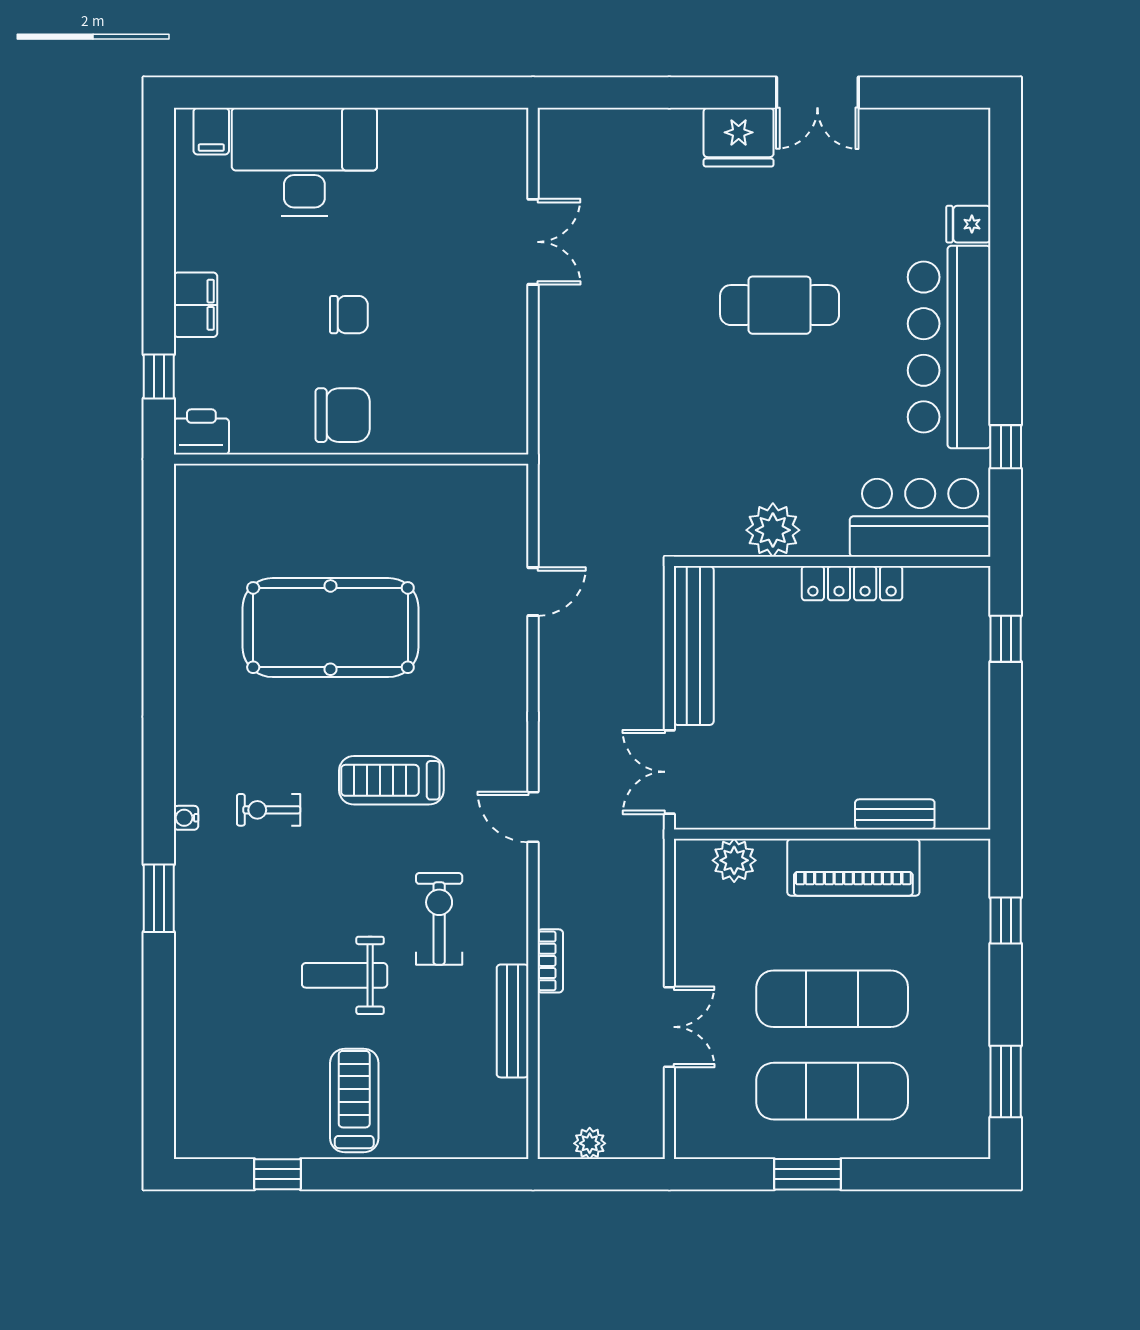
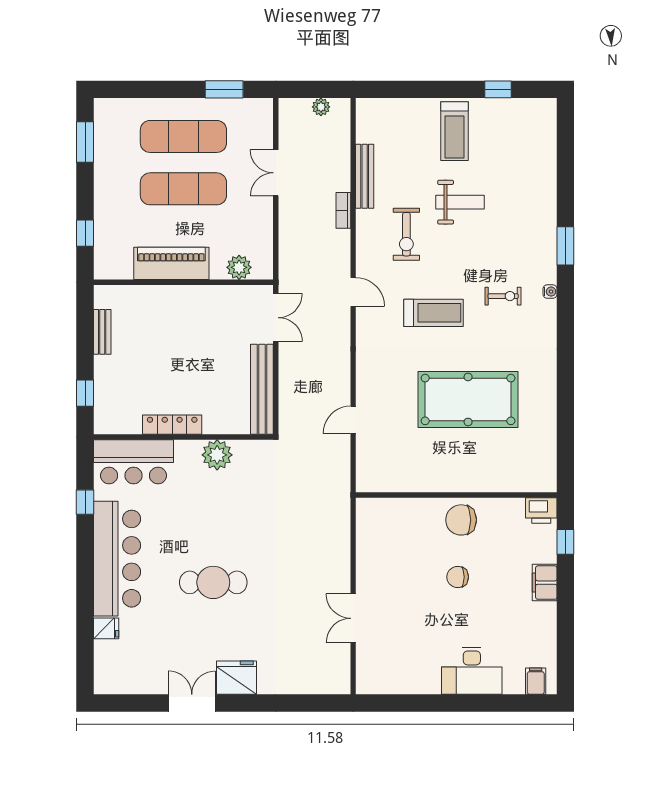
desk: (304, 162) -> (472, 671), width x0.73, depth x0.77
bench: (895, 814) -> (102, 332), moved, turned 90
window: (807, 1174) -> (224, 89), moved

